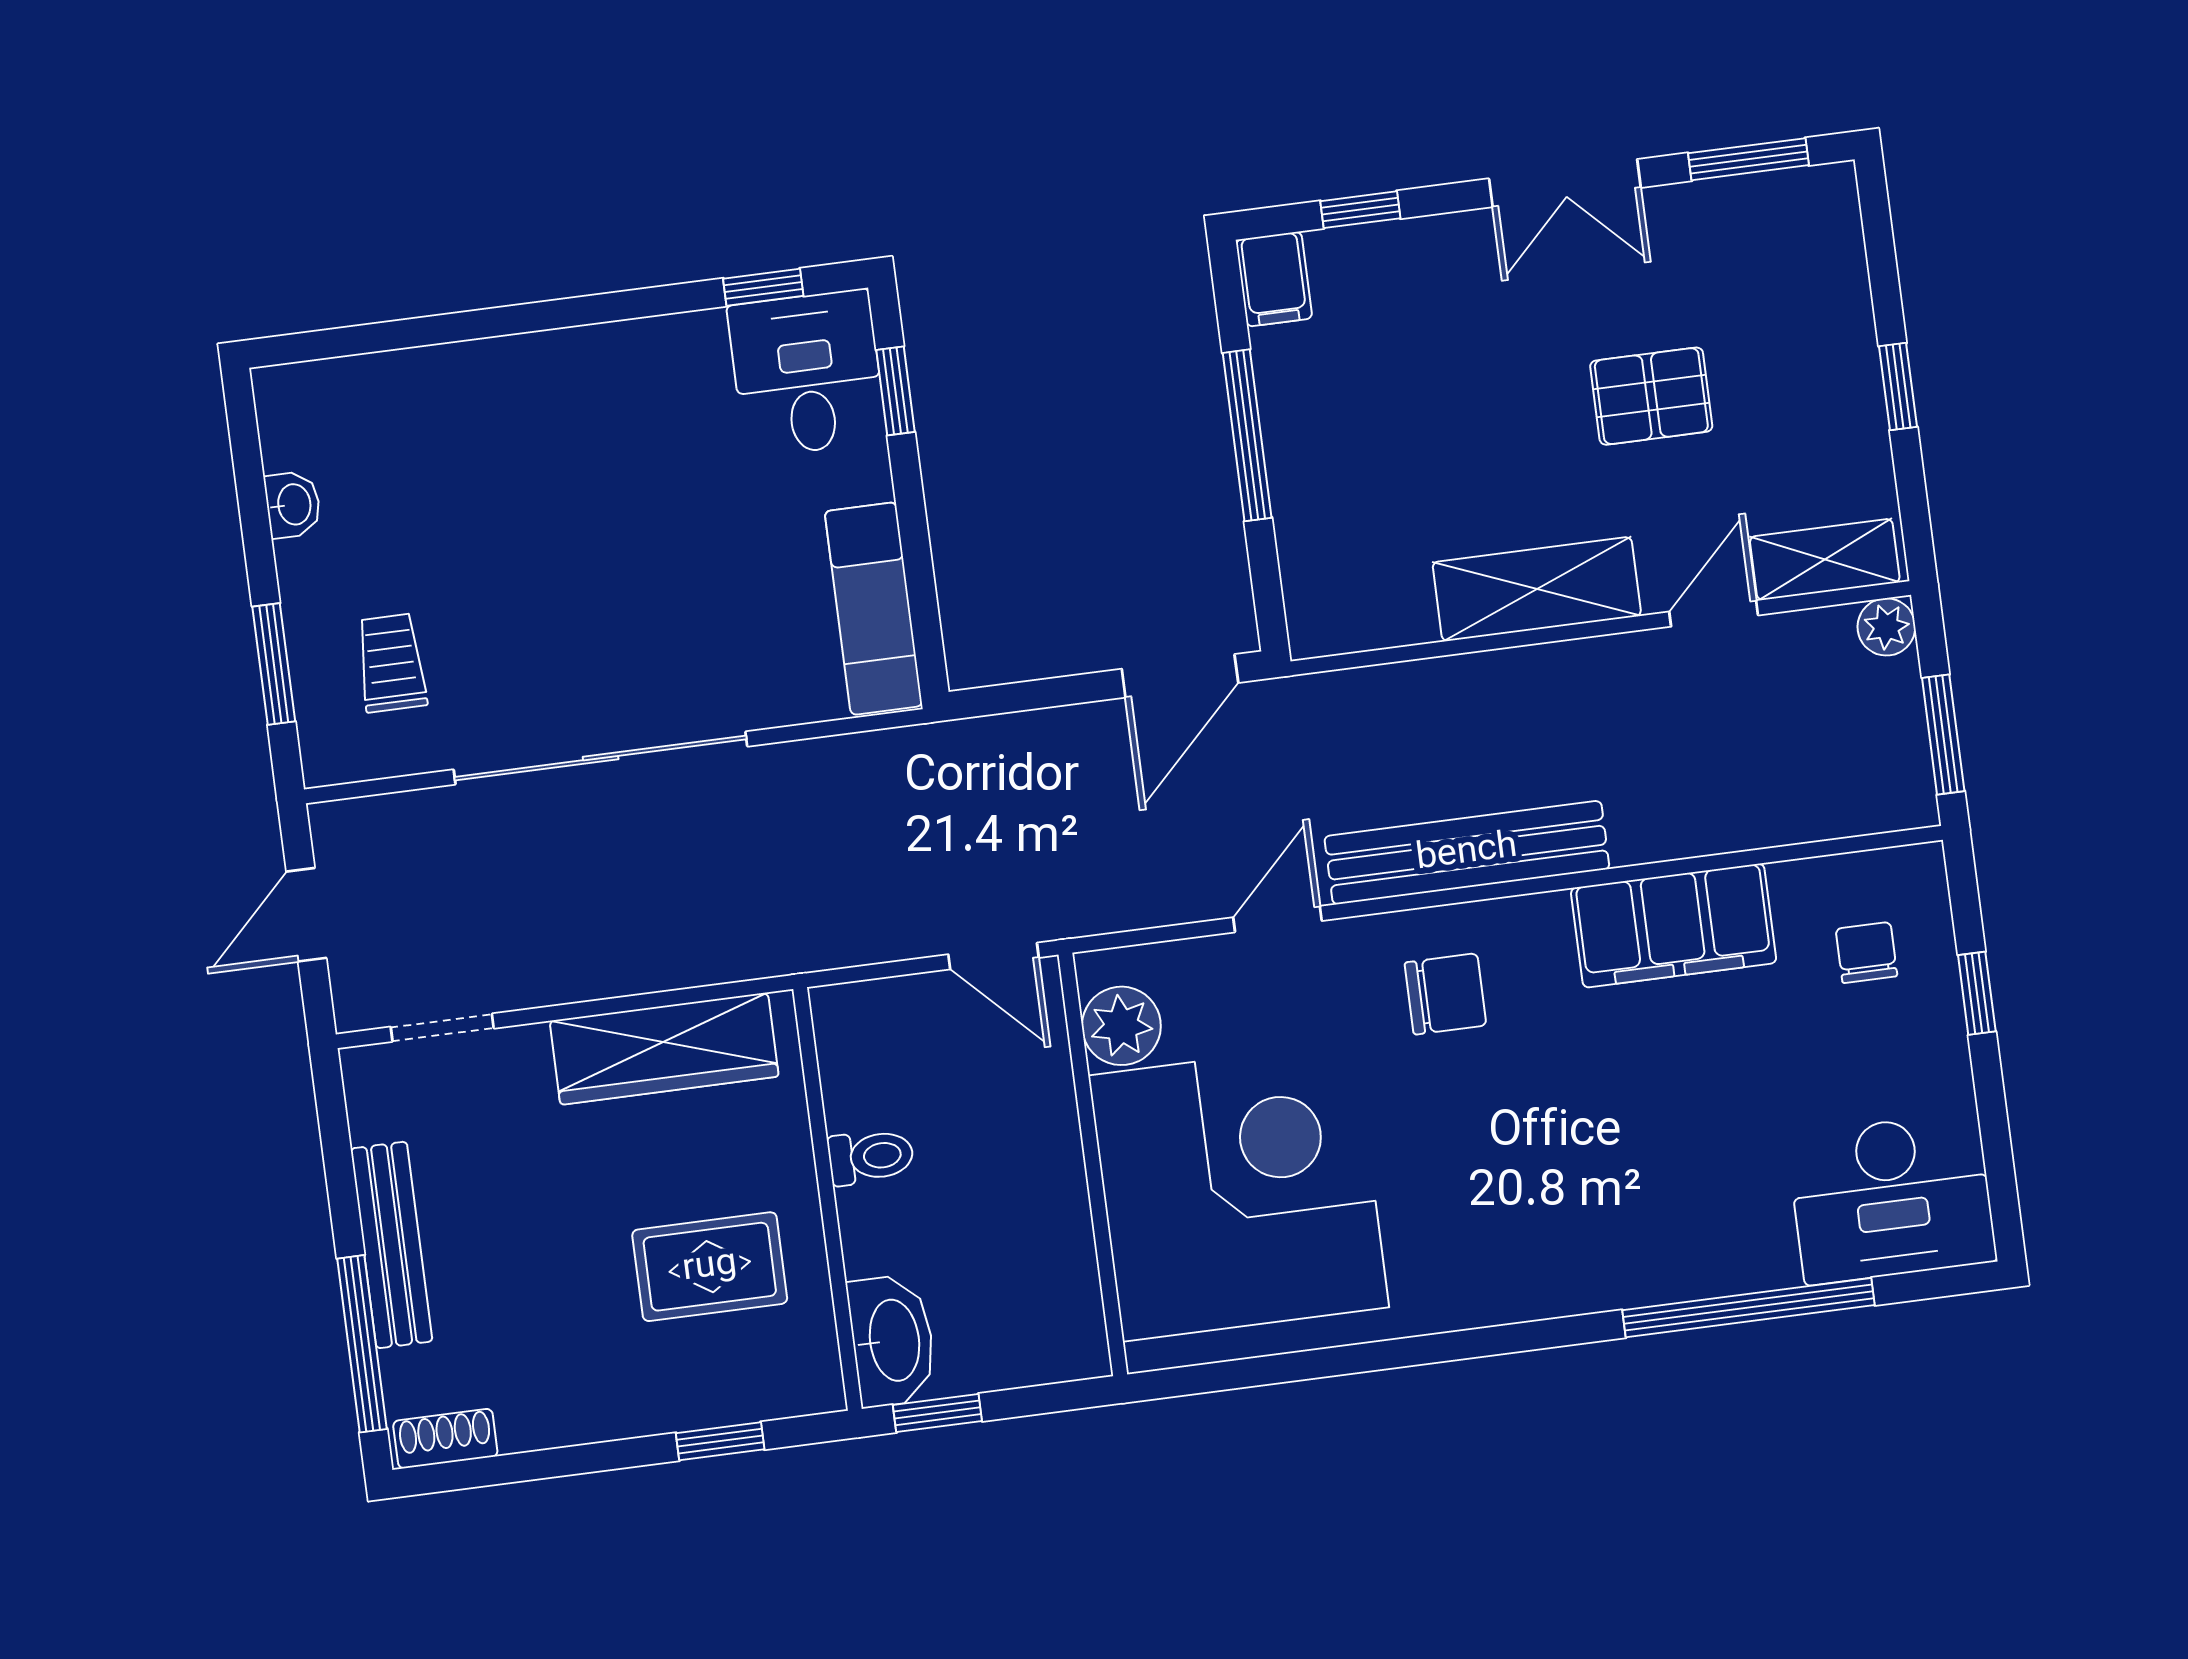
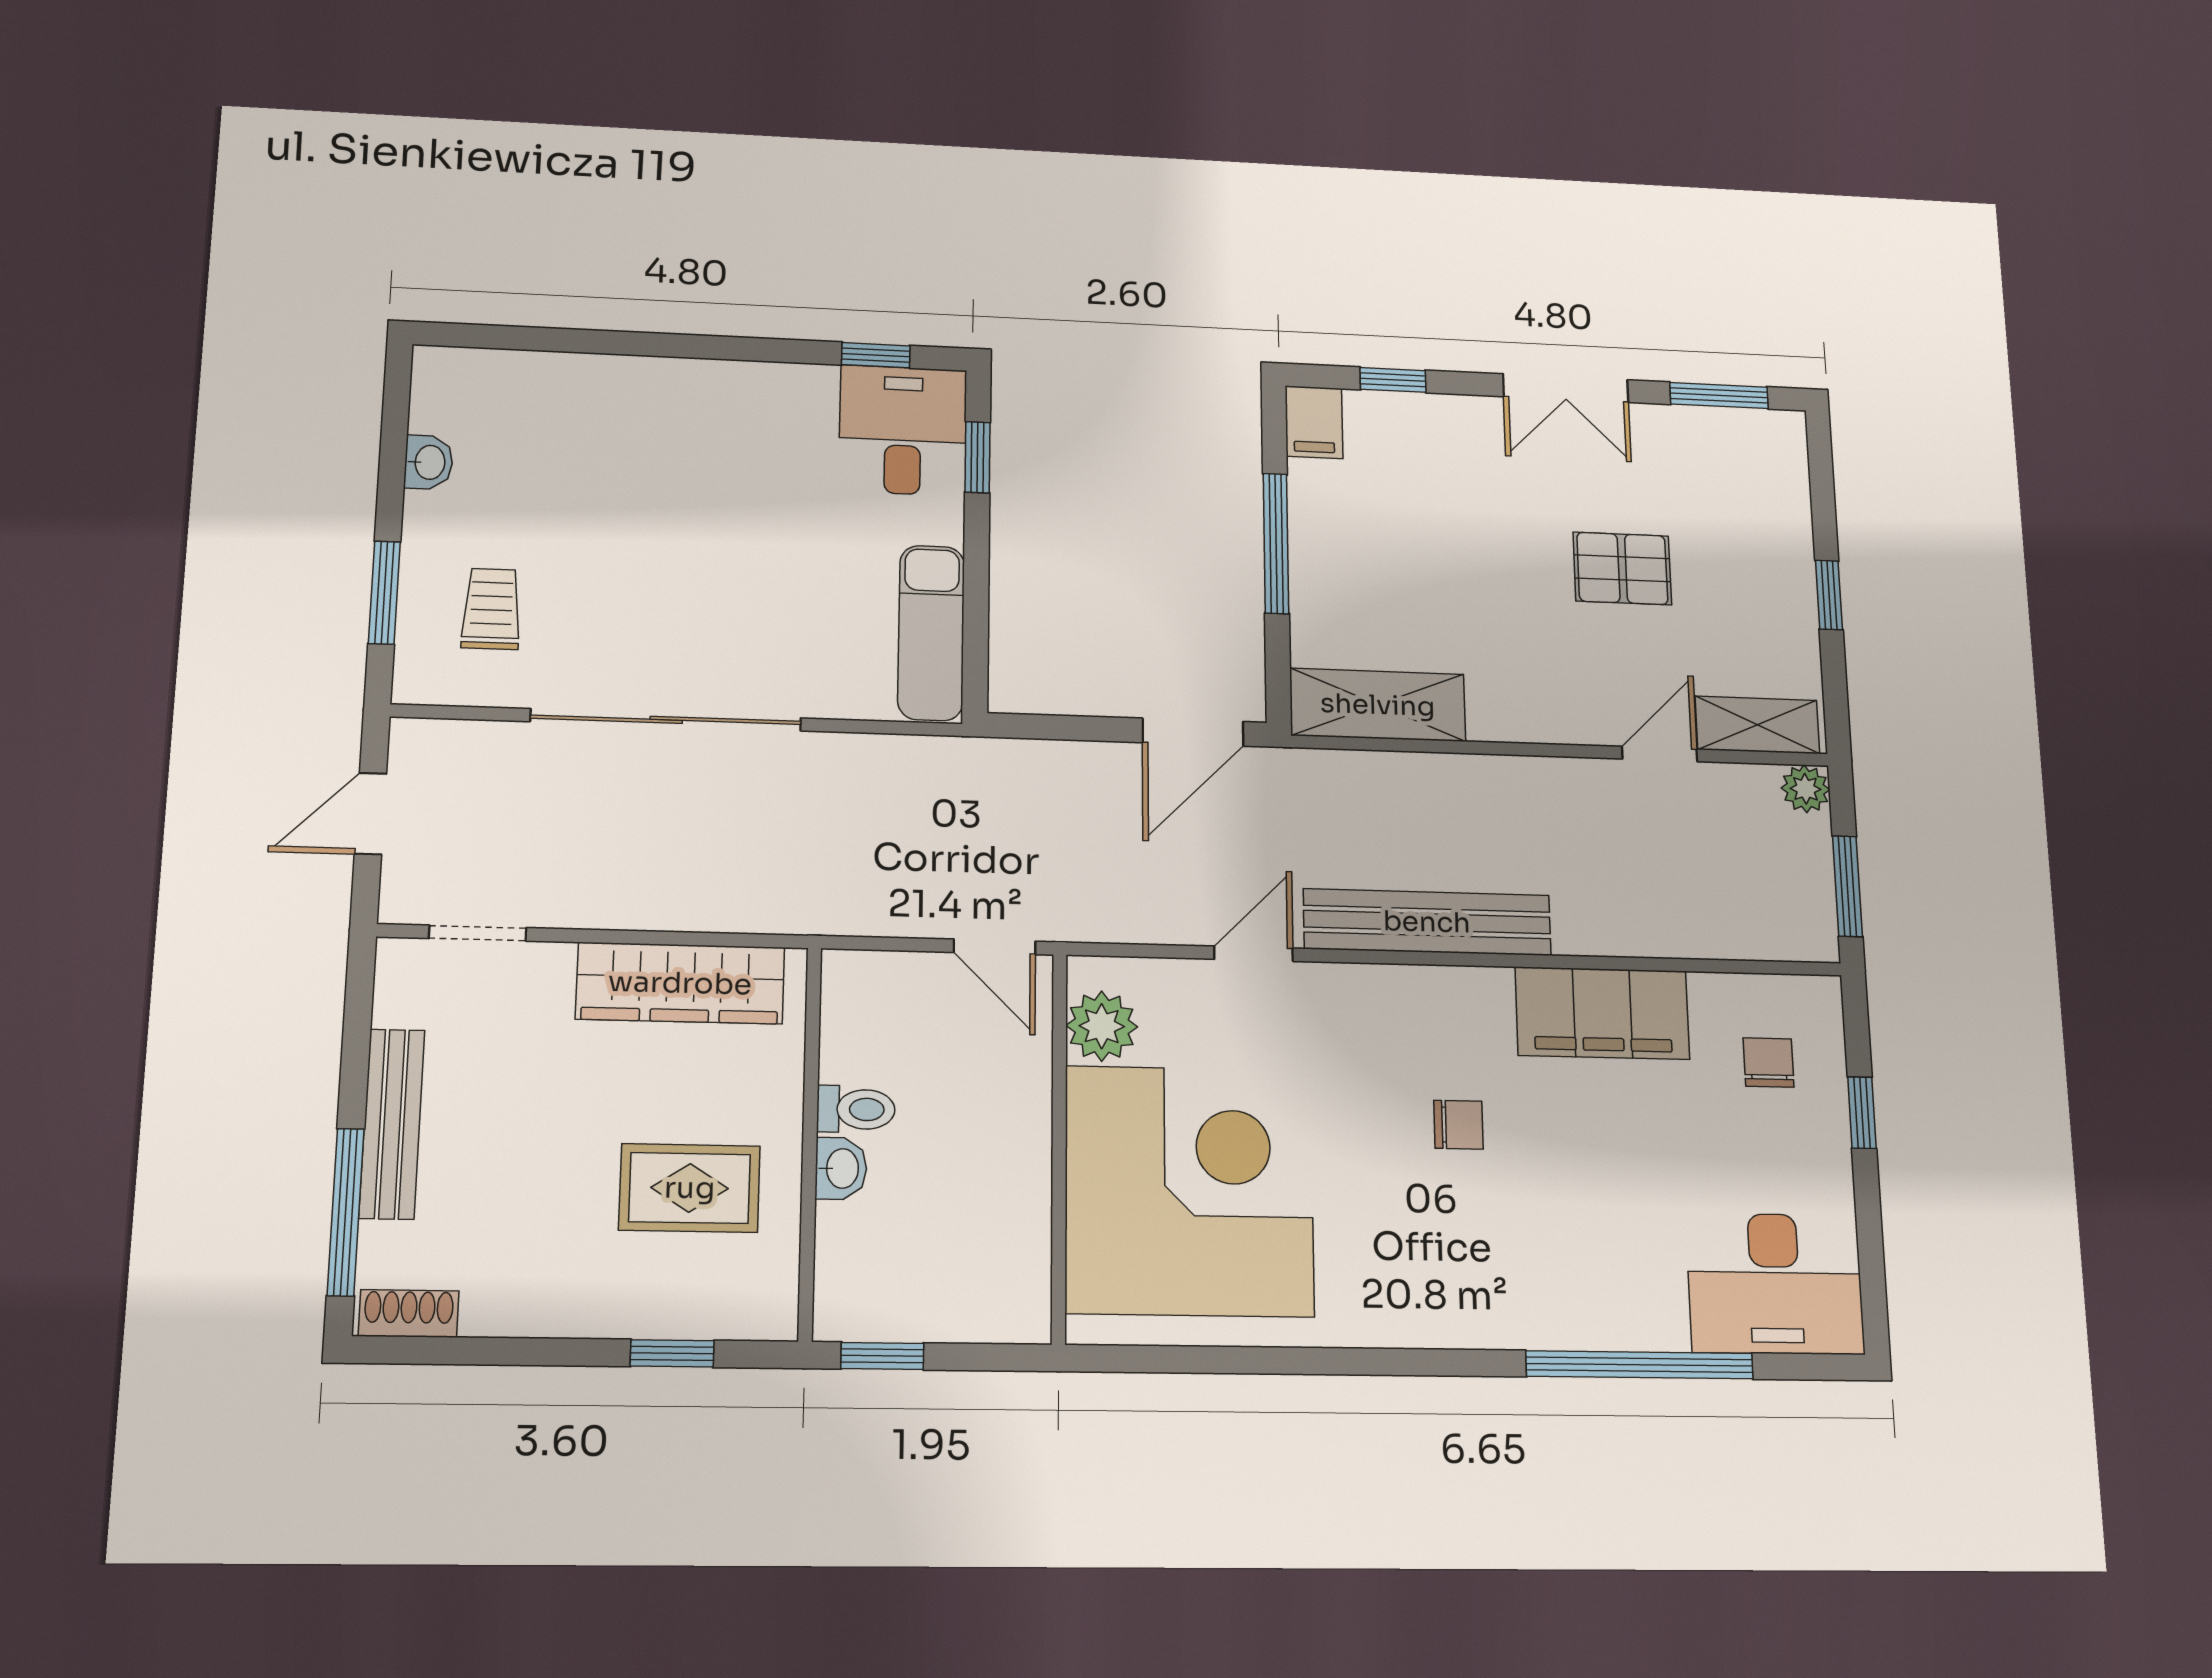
shelving: (1537, 589) -> (1378, 705), moved
chair: (1445, 994) -> (1458, 1125), moved, width x0.73, depth x0.73
washbasin: (892, 1341) -> (841, 1168), moved, width x0.52, depth x0.69

